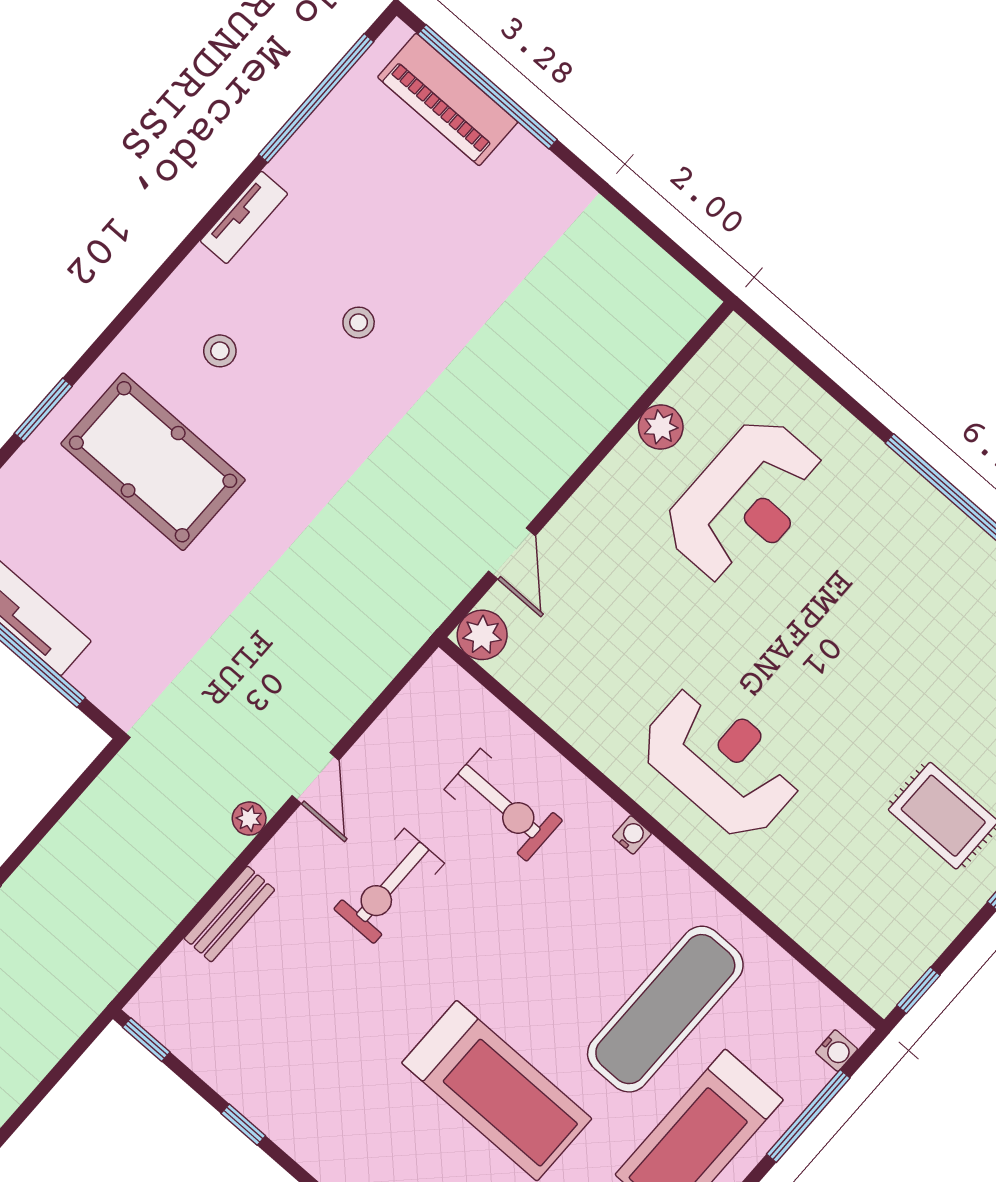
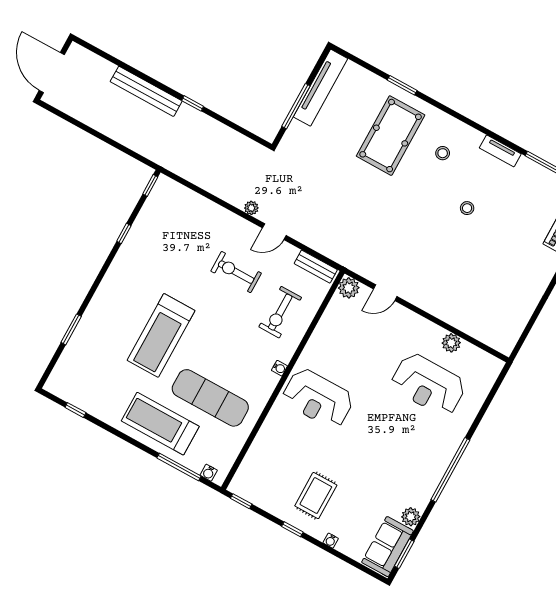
reception desk: (721, 762) -> (318, 398), turned 90
bench: (229, 914) -> (316, 267), moved

